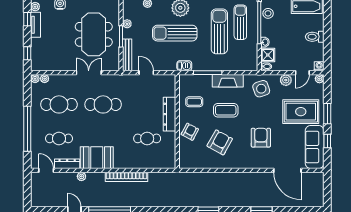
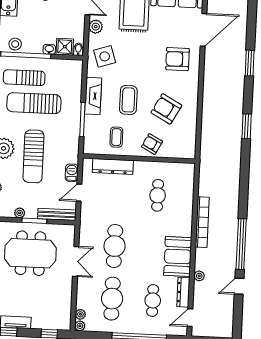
barbecue: (184, 66) -> (72, 173), moved
double door: (89, 73) -> (76, 261), swing flipped
dresser: (169, 114) -> (113, 166), moved
armchair: (261, 138) -> (178, 59), moved

